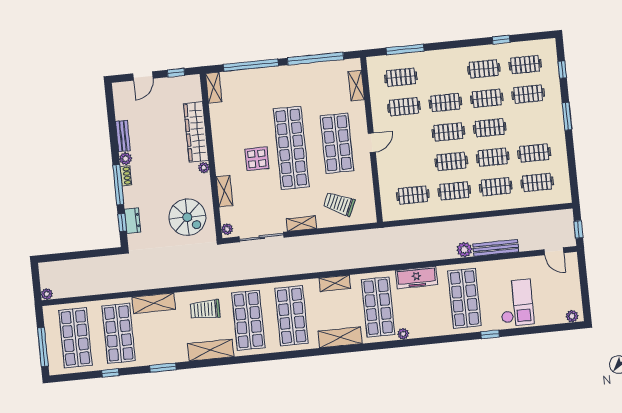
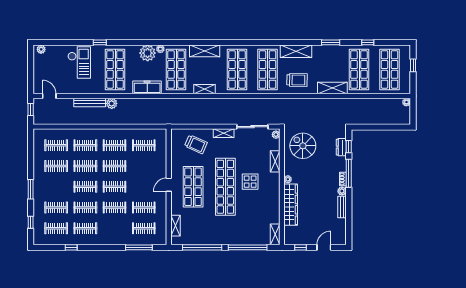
checkout: (516, 303) -> (79, 63), turned 180
plant: (421, 326) -> (148, 53), added
window: (43, 347) -> (413, 65), width x0.46

